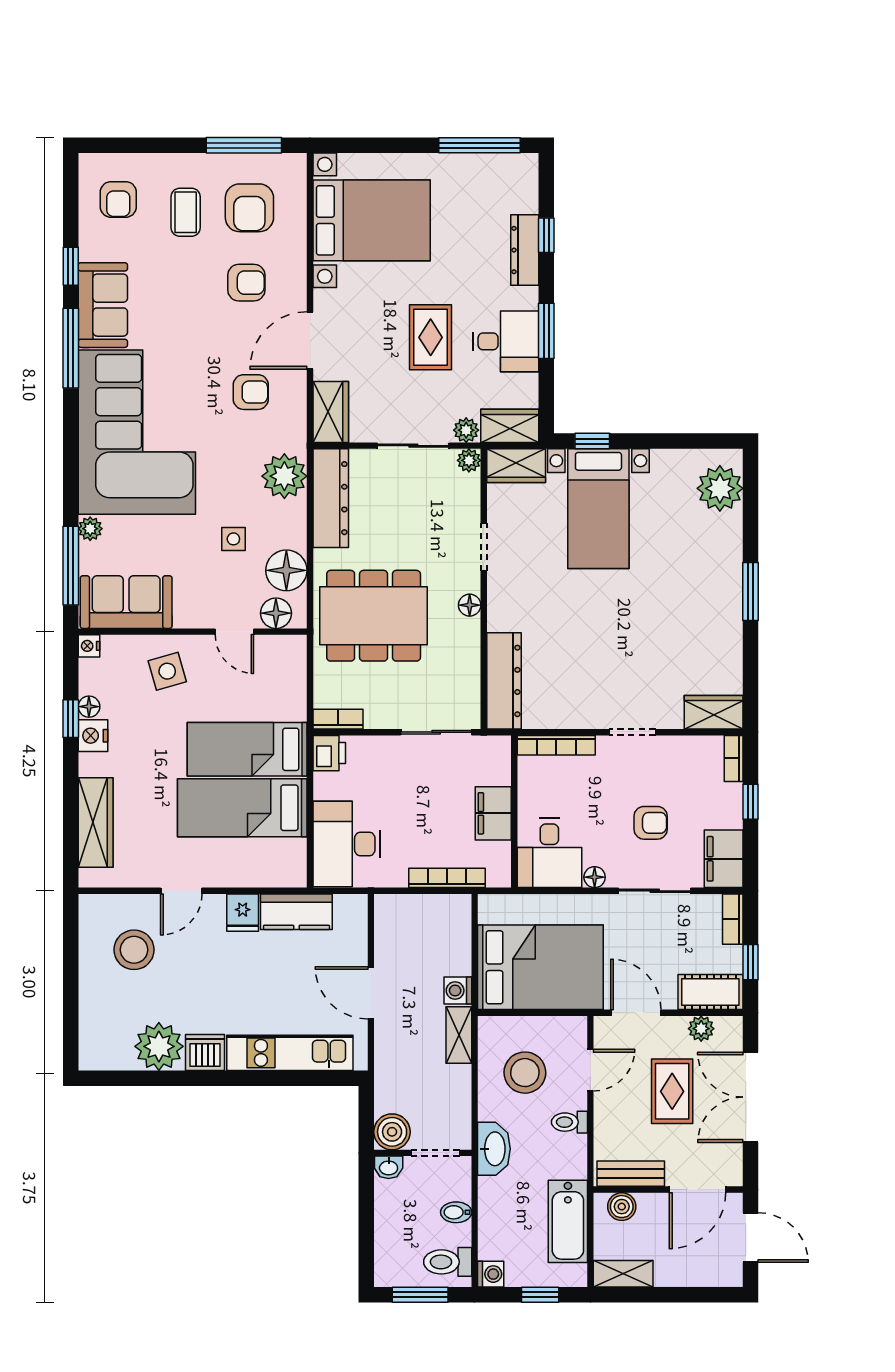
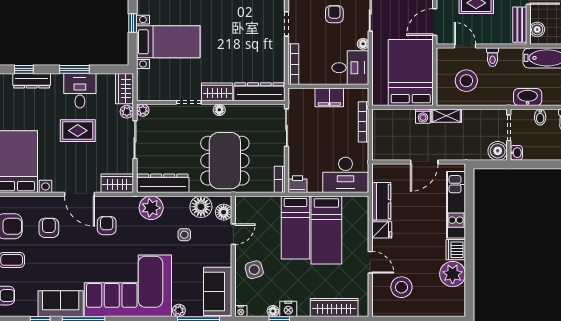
window: (592, 441) -> (133, 23), moved
wardrobe: (516, 466) -> (217, 92), moved, turned -90
washbasin: (494, 1149) -> (528, 97), moved

